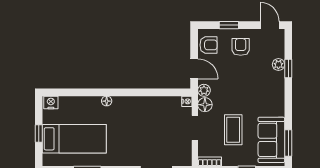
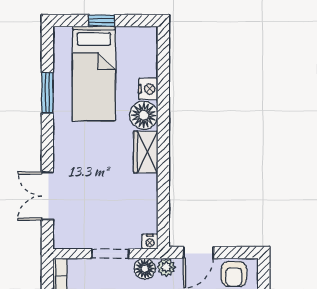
floor lamp: (107, 101) -> (144, 115), width x1.89, depth x1.89
nightstand: (51, 103) -> (148, 89), moved
wardrobe: (127, 104) -> (146, 152), added

